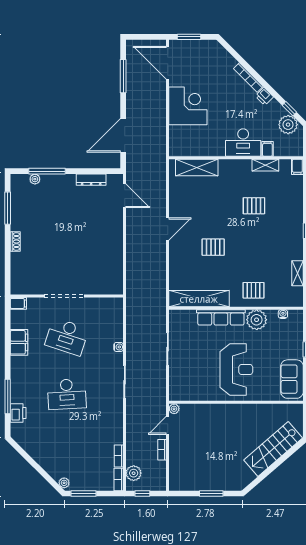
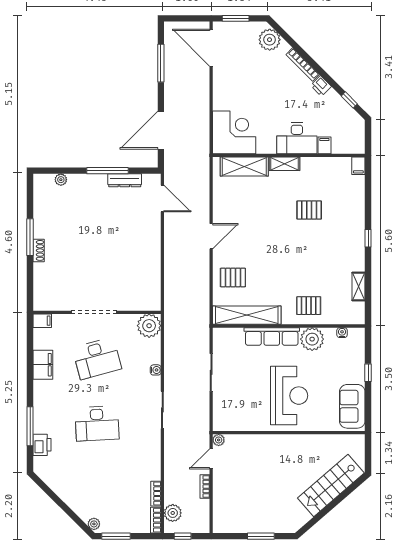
corner desk: (188, 106) -> (234, 132), moved
plant: (288, 125) -> (270, 40), moved
shelving: (265, 165) -> (284, 164), moved
window: (47, 171) -> (107, 171), moved
window: (8, 208) -> (30, 237), moved
pallet: (213, 247) -> (233, 277), moved
plant: (113, 308) -> (149, 326), added
desk: (67, 337) -> (97, 358), turned -33

